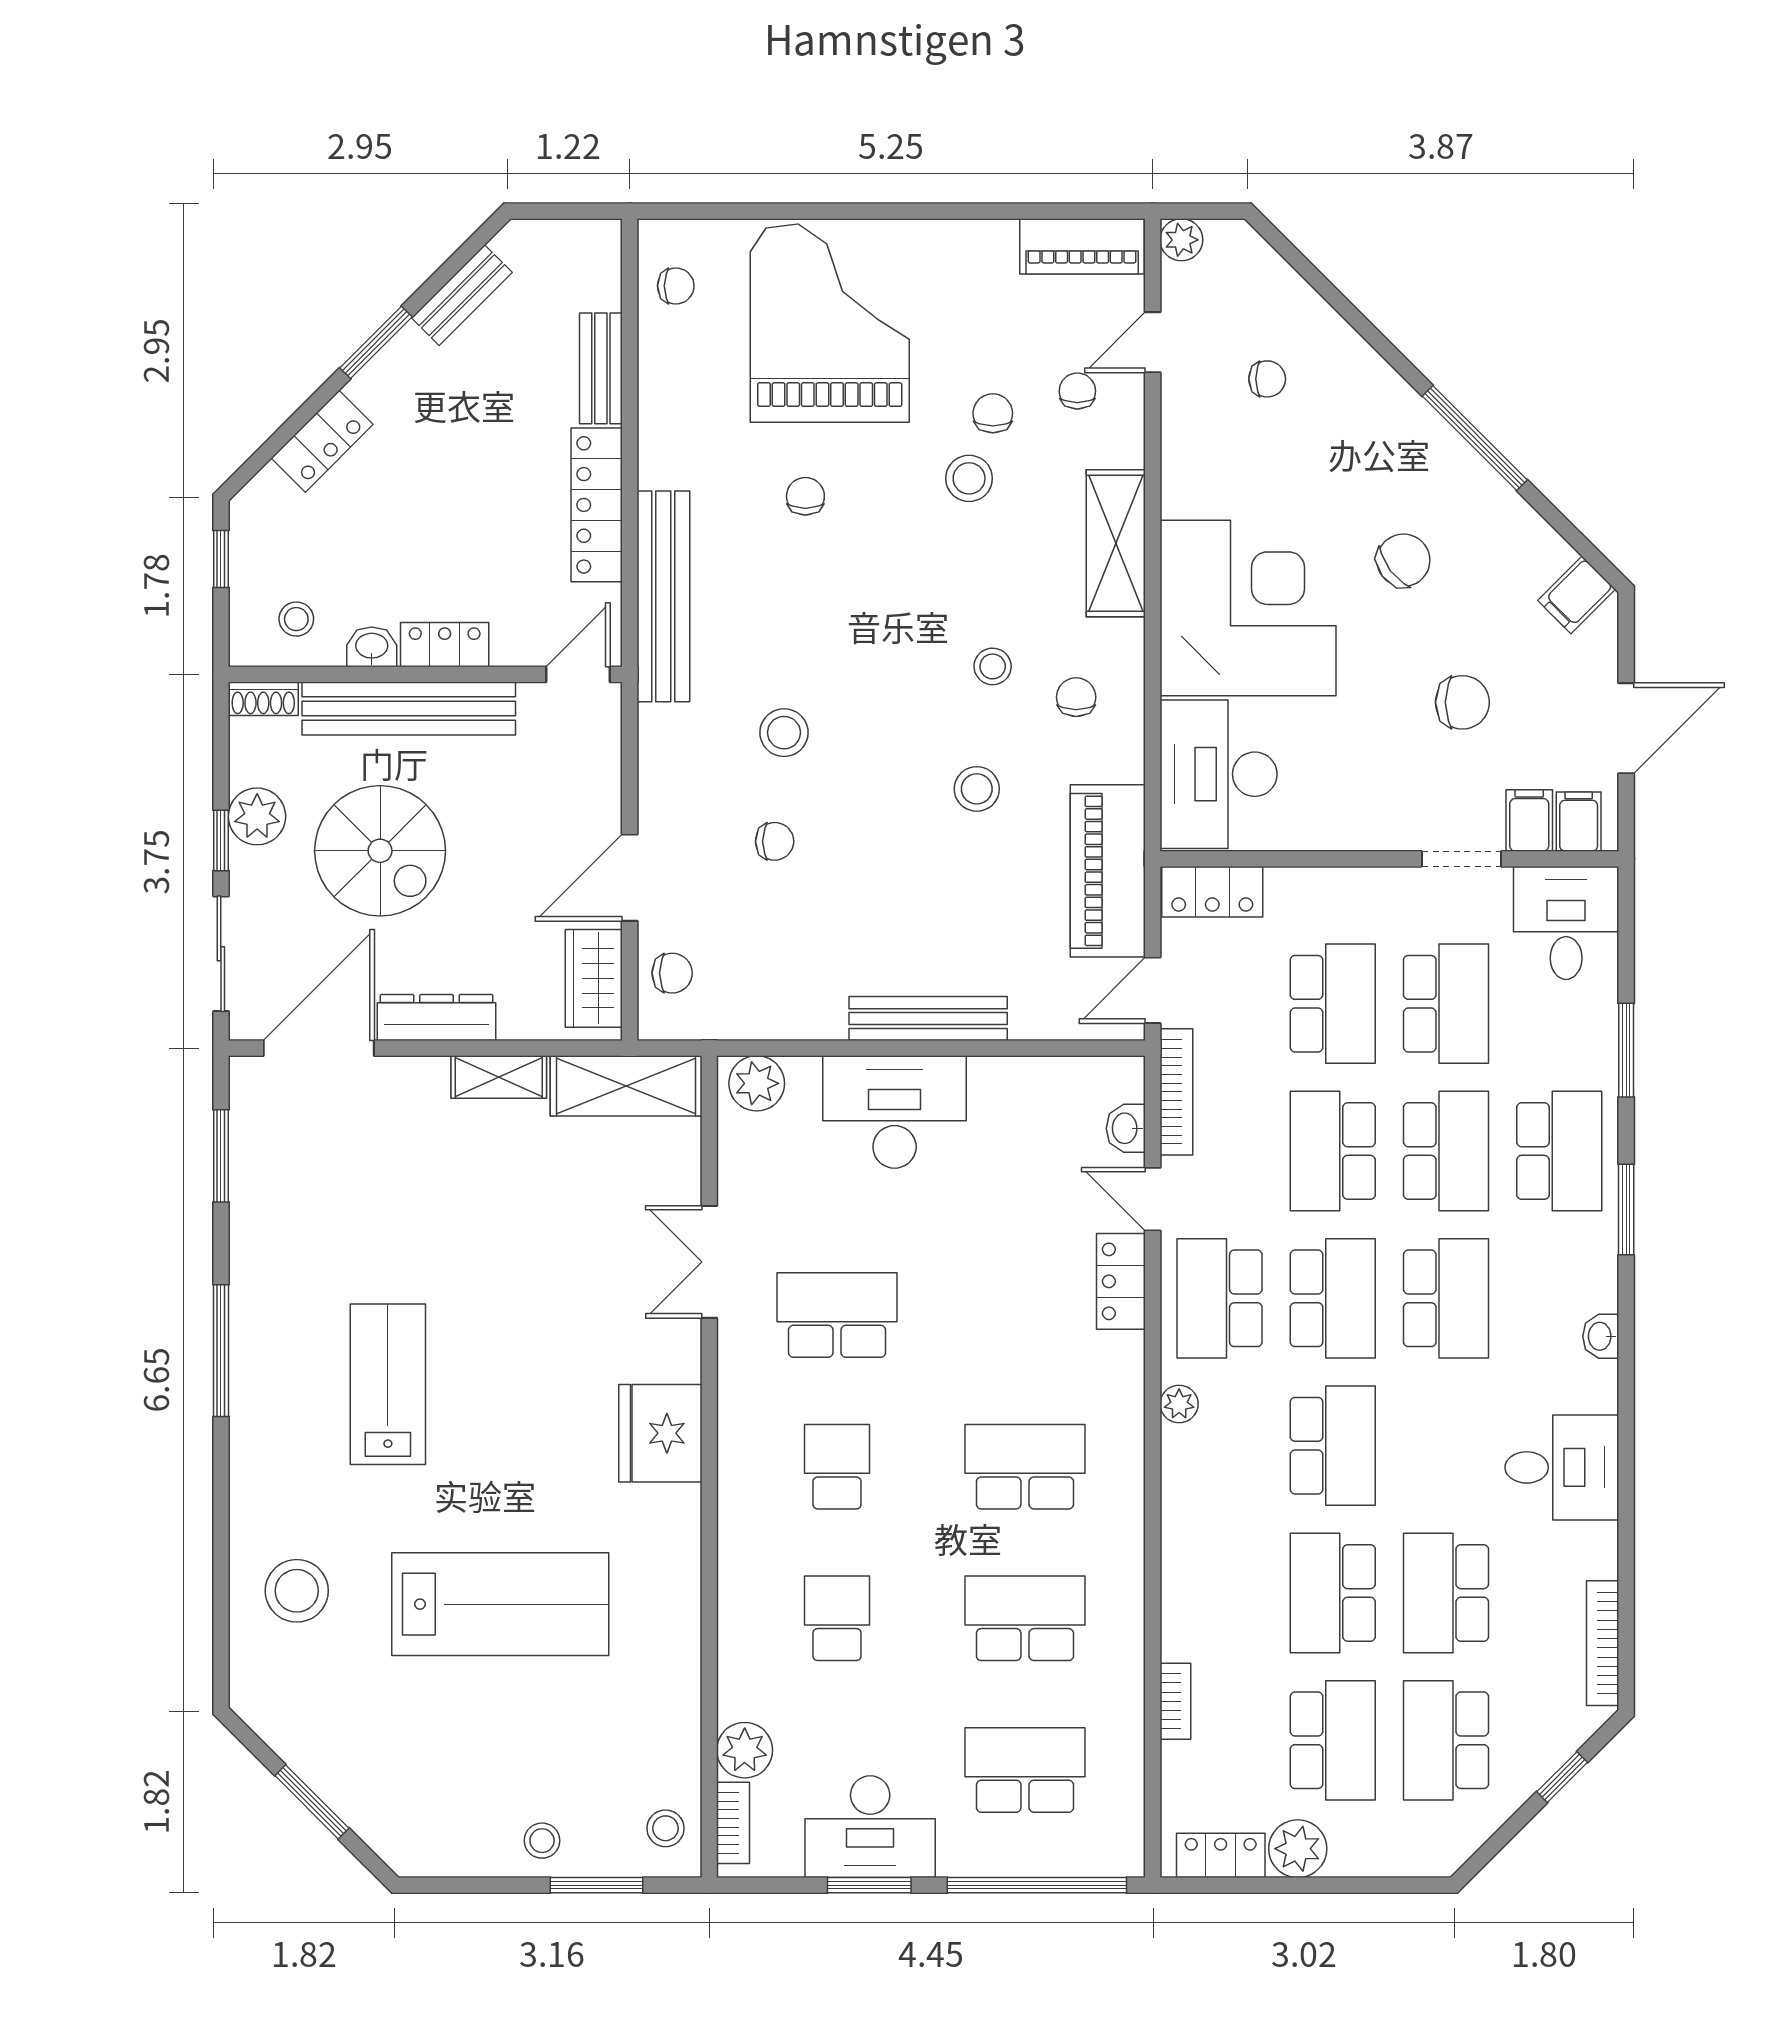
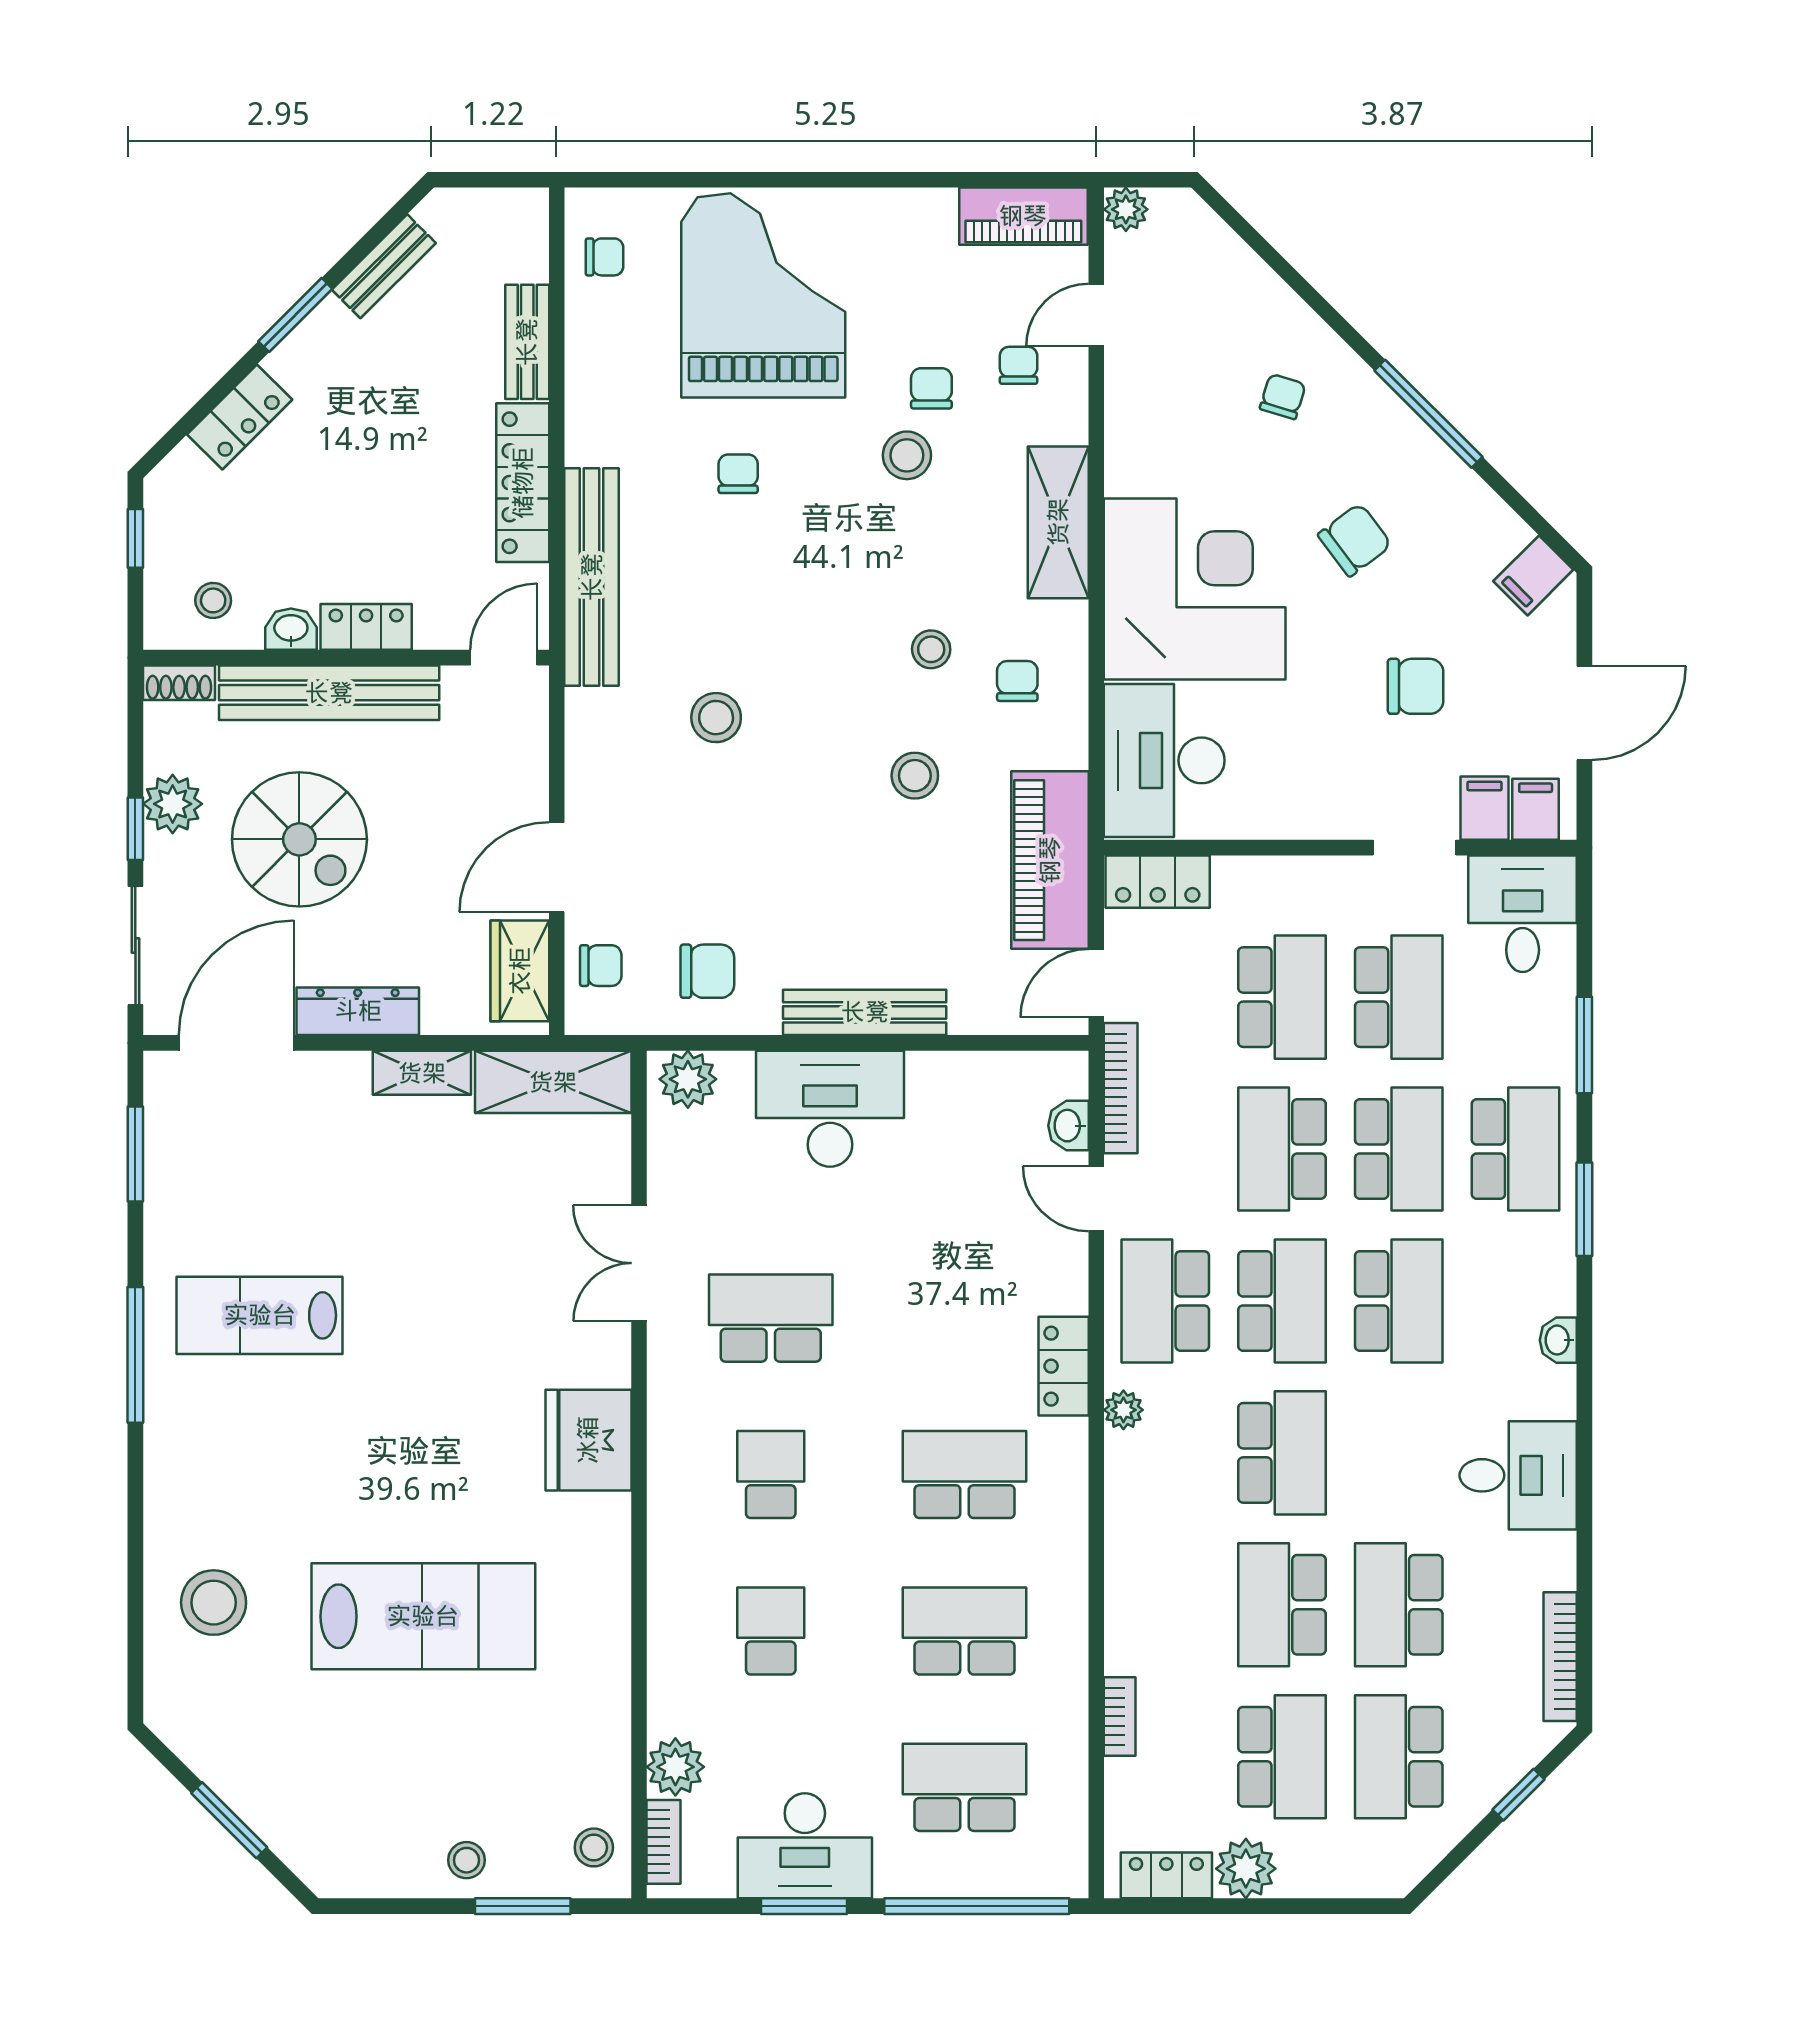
chair: (1267, 379) -> (1283, 397), moved, turned -73
chair: (775, 841) -> (707, 971), moved, width x1.37, depth x1.37
locker: (1121, 1281) -> (1064, 1366), moved
lab bench: (388, 1384) -> (260, 1315), moved, turned -90

